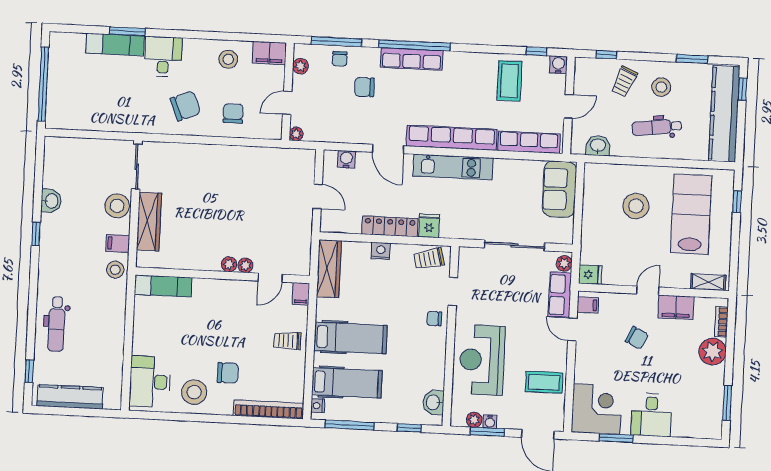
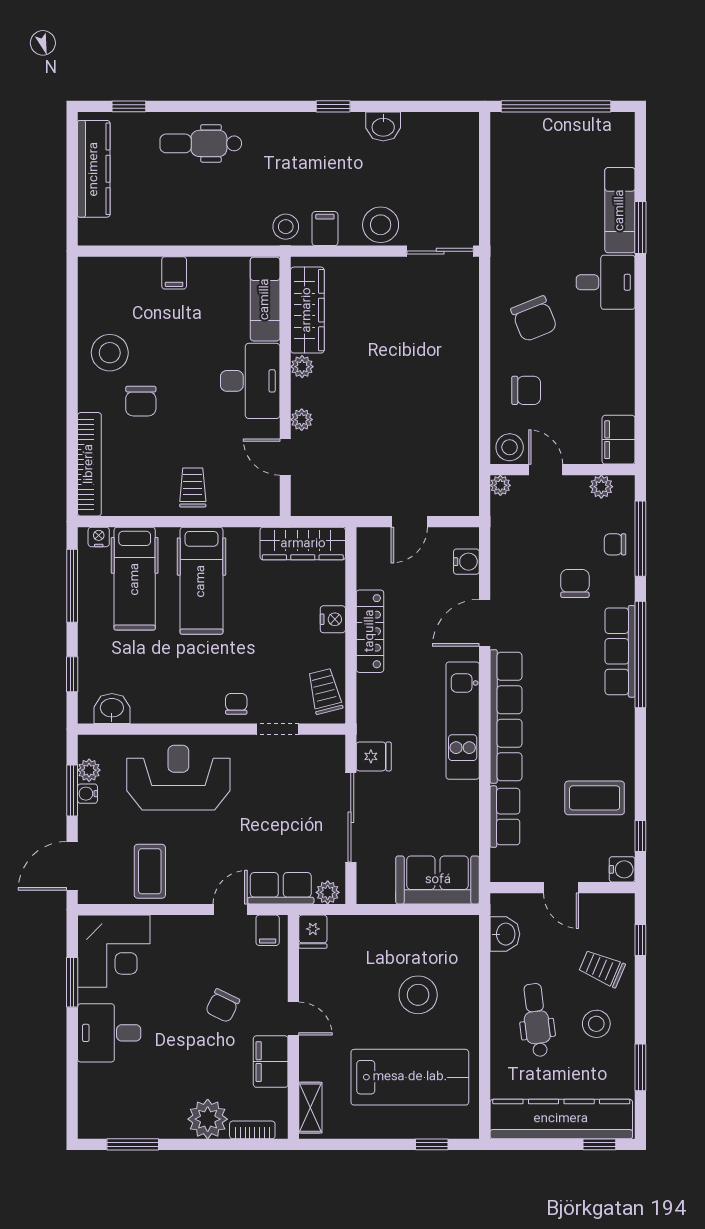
stool: (228, 59) -> (510, 447), moved
row of seats: (529, 142) -> (505, 817), width x0.68
wardrobe: (149, 221) -> (307, 310), moved, turned -90
fridge: (429, 226) -> (374, 756), moved
plant: (229, 264) -> (302, 367), moved
filing cabinet: (301, 294) -> (174, 273), moved, turned -90
desk: (150, 382) -> (250, 381), moved, turned 90

